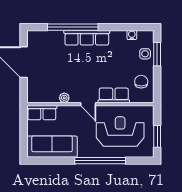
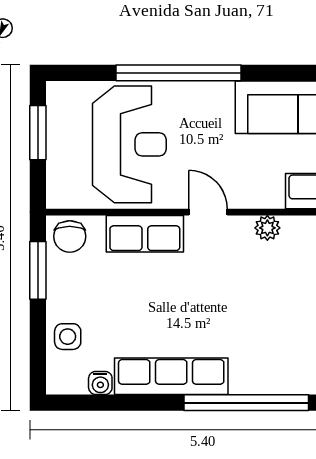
row of seats: (87, 38) -> (171, 376), moved
window: (157, 54) -> (38, 270), moved
chair: (141, 82) -> (70, 236), moved
reception desk: (120, 132) -> (129, 144), turned -90

